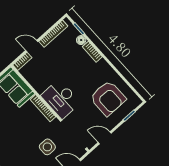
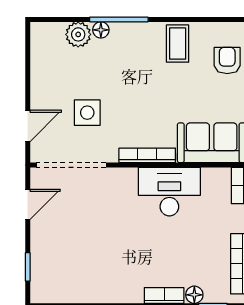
armchair: (108, 98) -> (79, 259), removed
desk: (61, 99) -> (169, 192), moved

